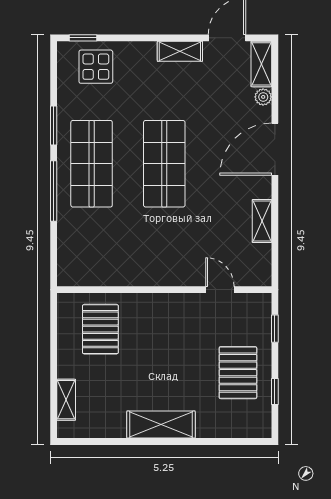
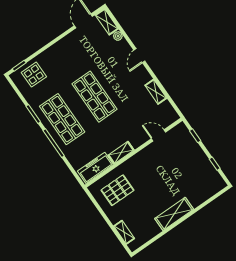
shelving: (180, 51) -> (121, 153), moved
door: (275, 149) -> (139, 56), width x0.53
freezer: (91, 272) -> (95, 168), added
pallet: (100, 329) -> (117, 190), turned 90
pallet: (238, 373) -> (192, 167), removed

